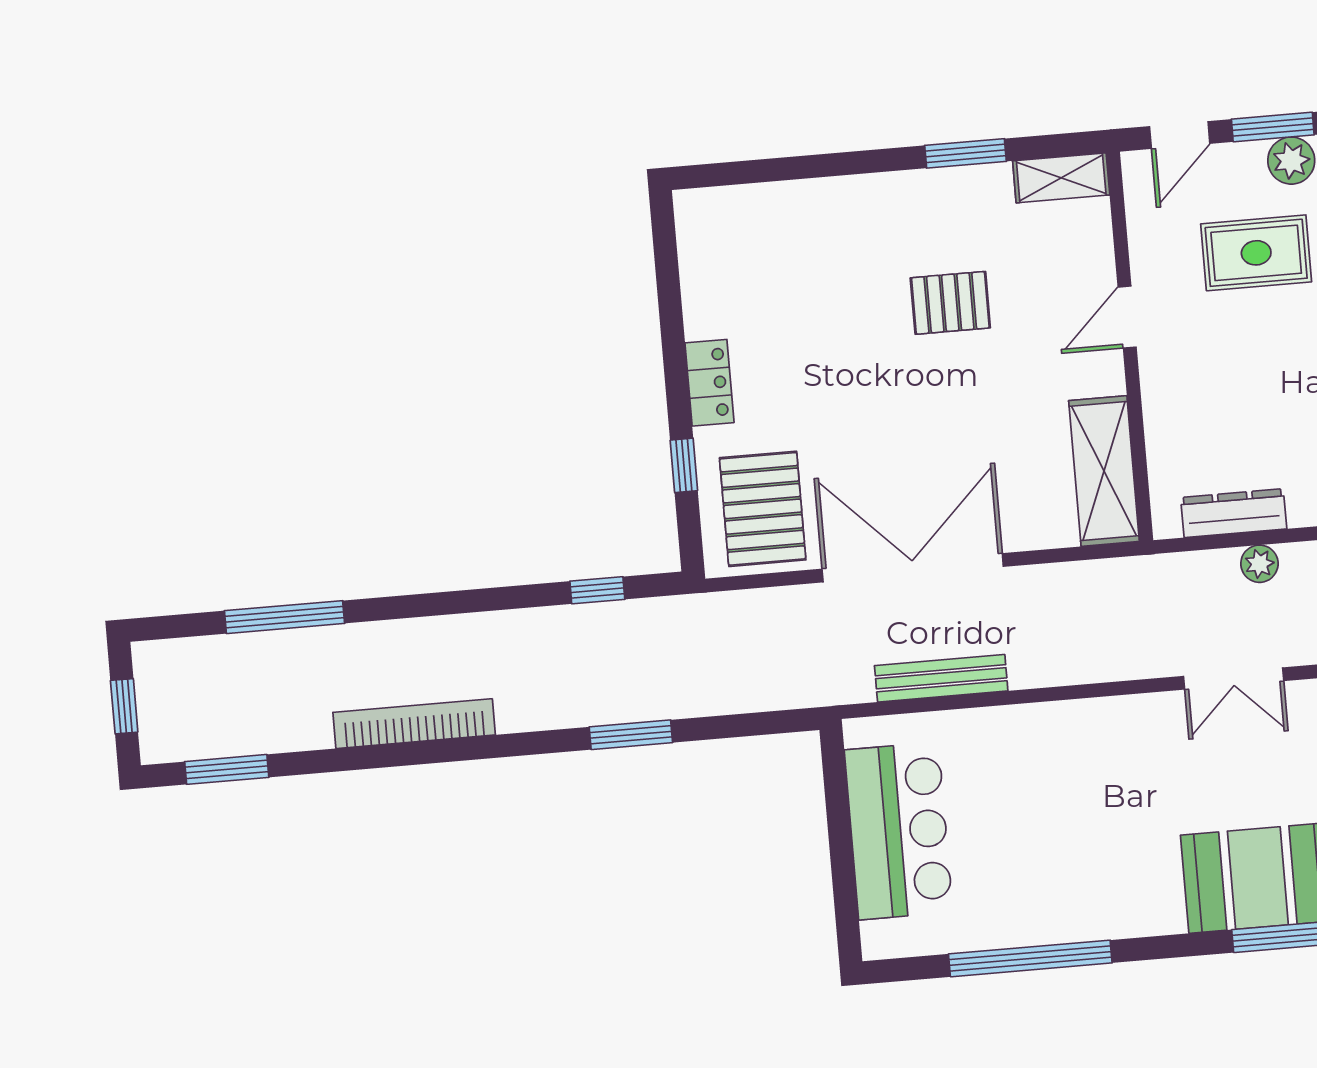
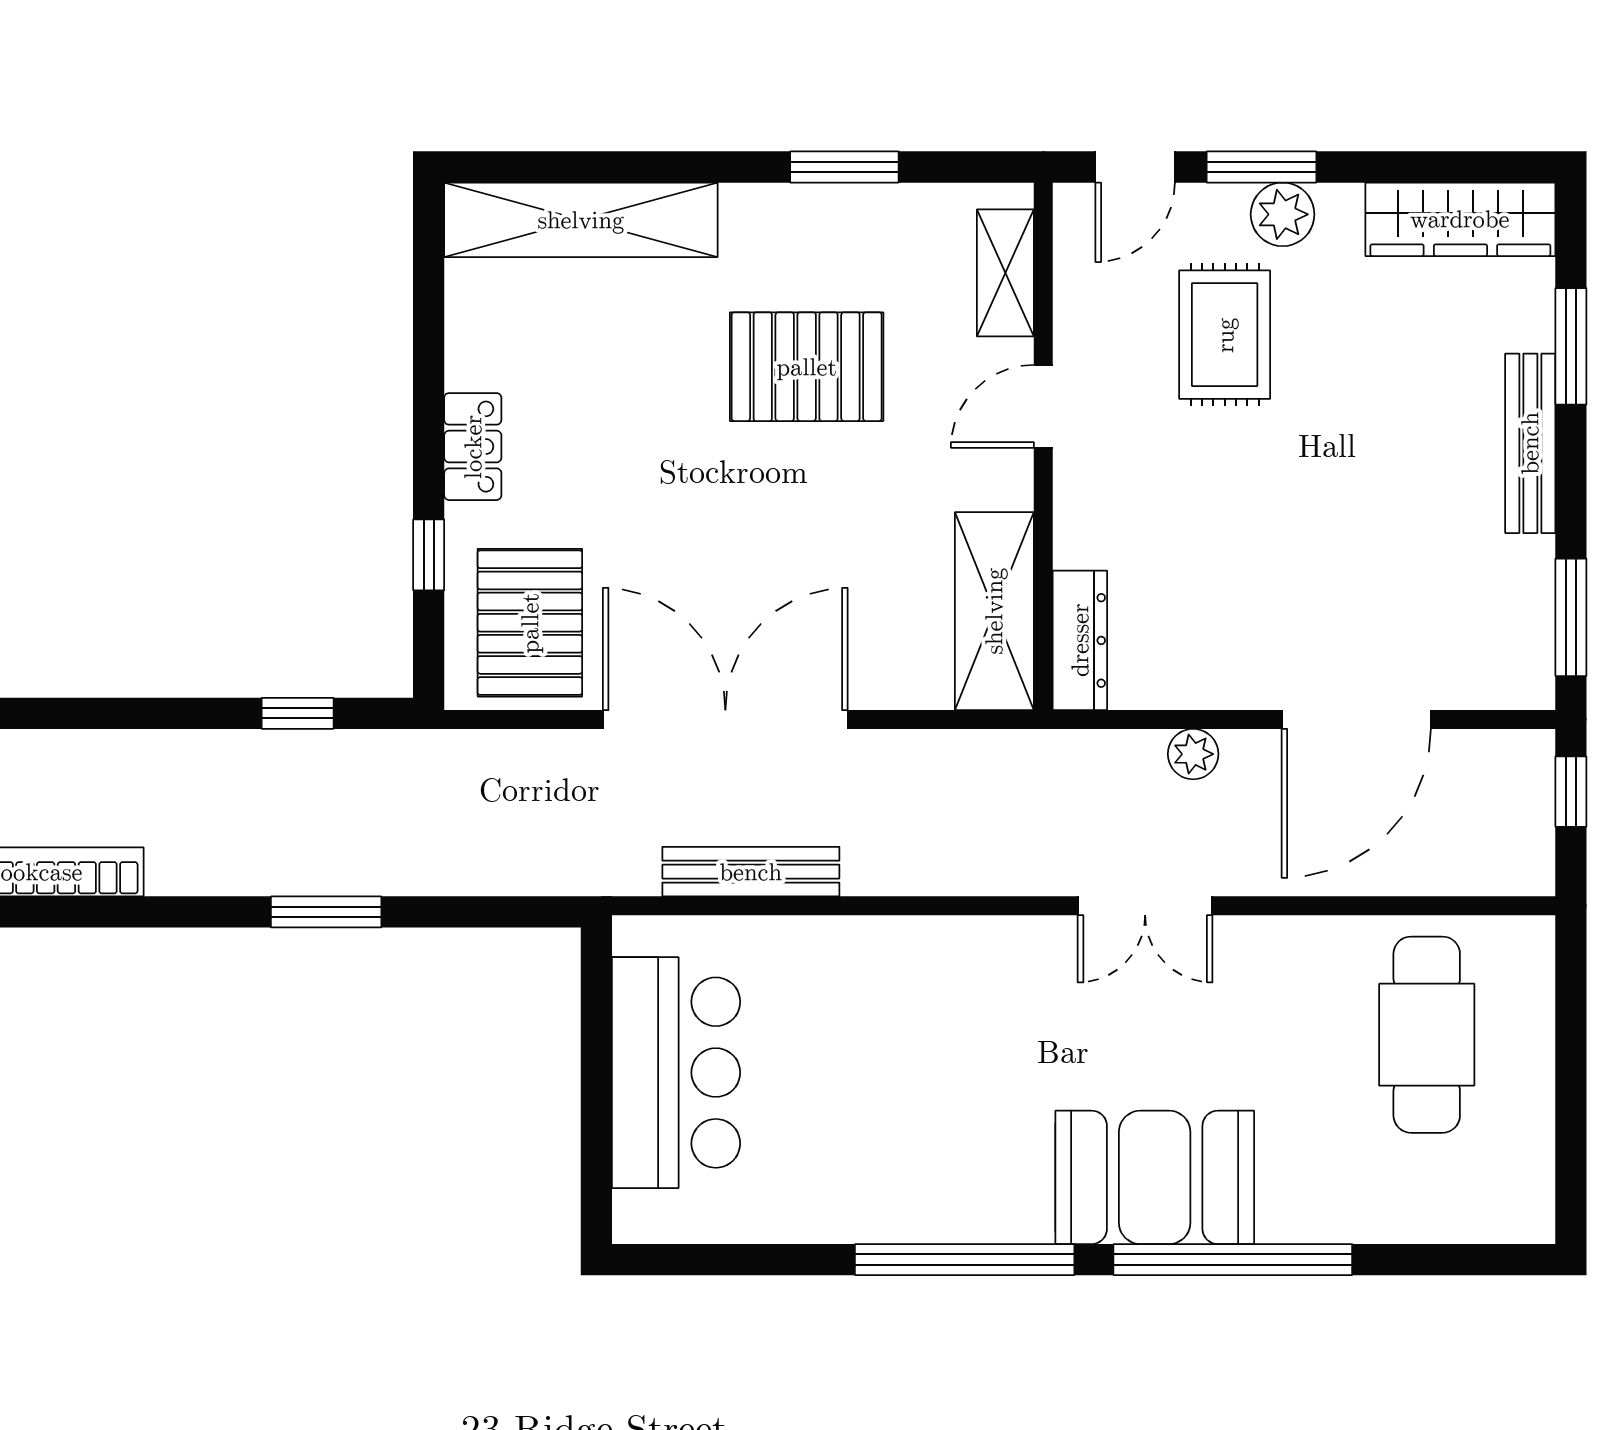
shelving: (1061, 178) -> (1005, 273), moved, turned 90
shelving: (775, 209) -> (581, 220), added
rug: (1256, 253) -> (1225, 335), turned 90
pallet: (950, 303) -> (807, 367), width x1.50, depth x1.42
dresser: (1234, 513) -> (1080, 640), moved, turned 90
window: (1030, 958) -> (965, 1260), moved

